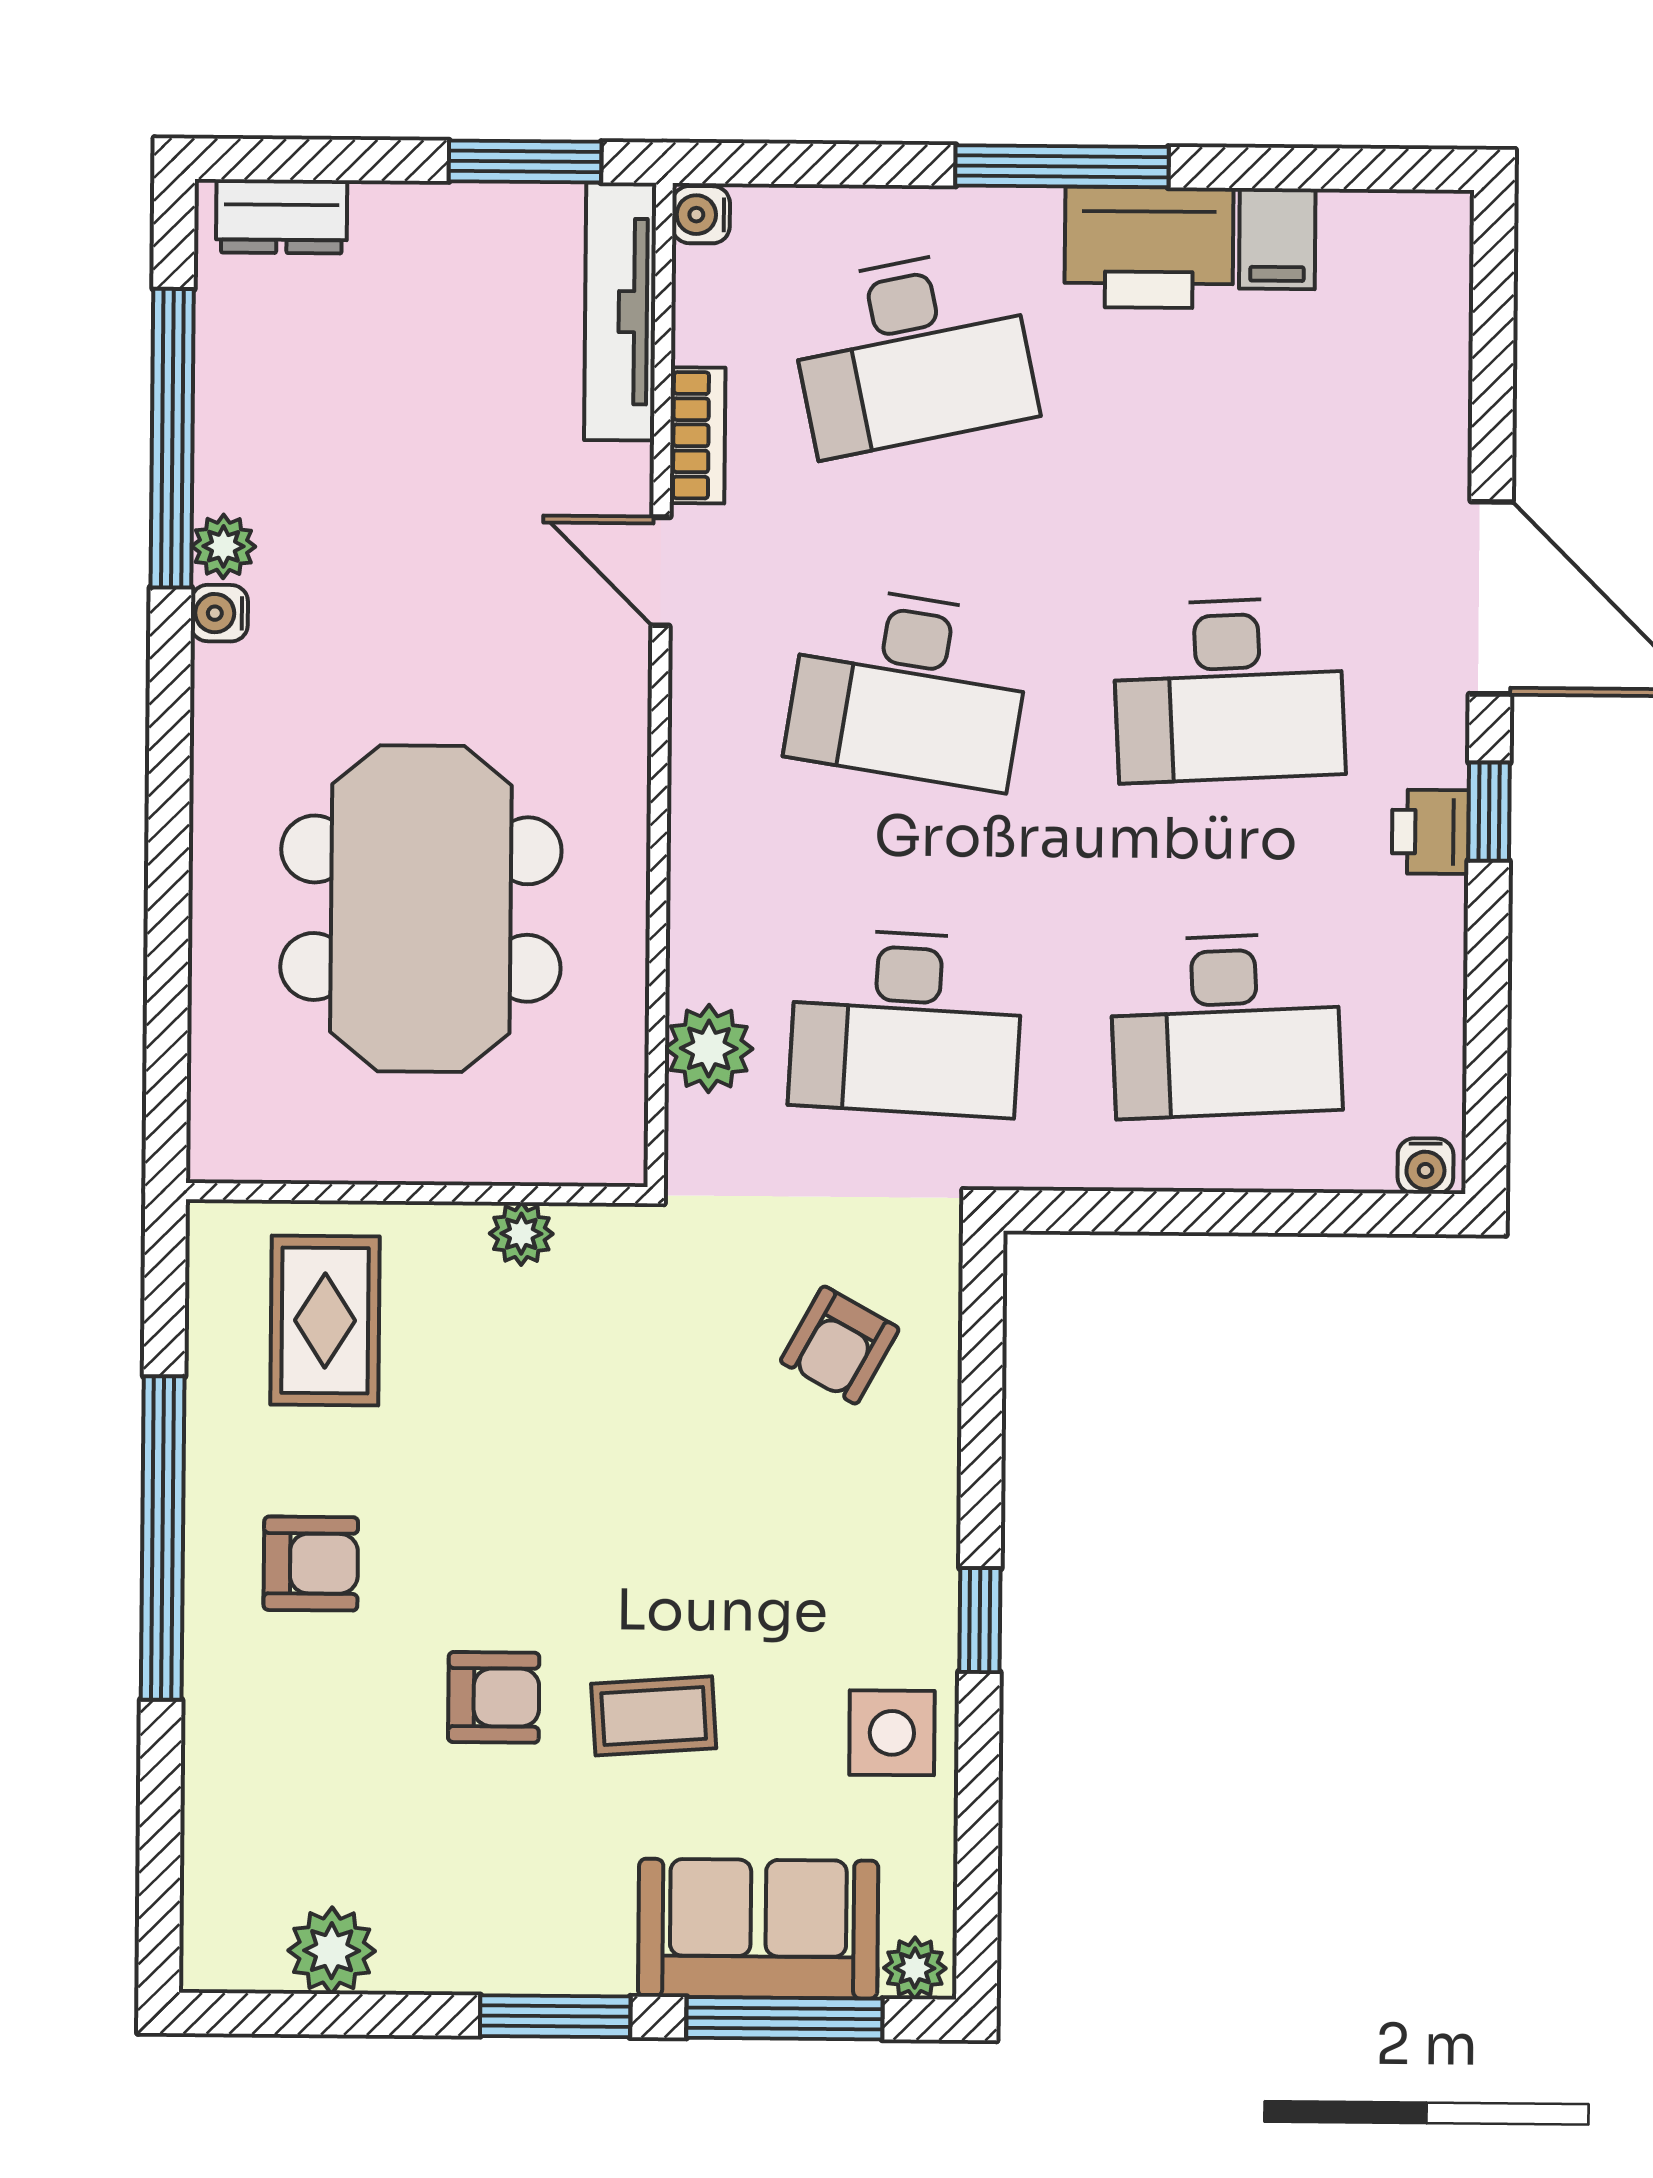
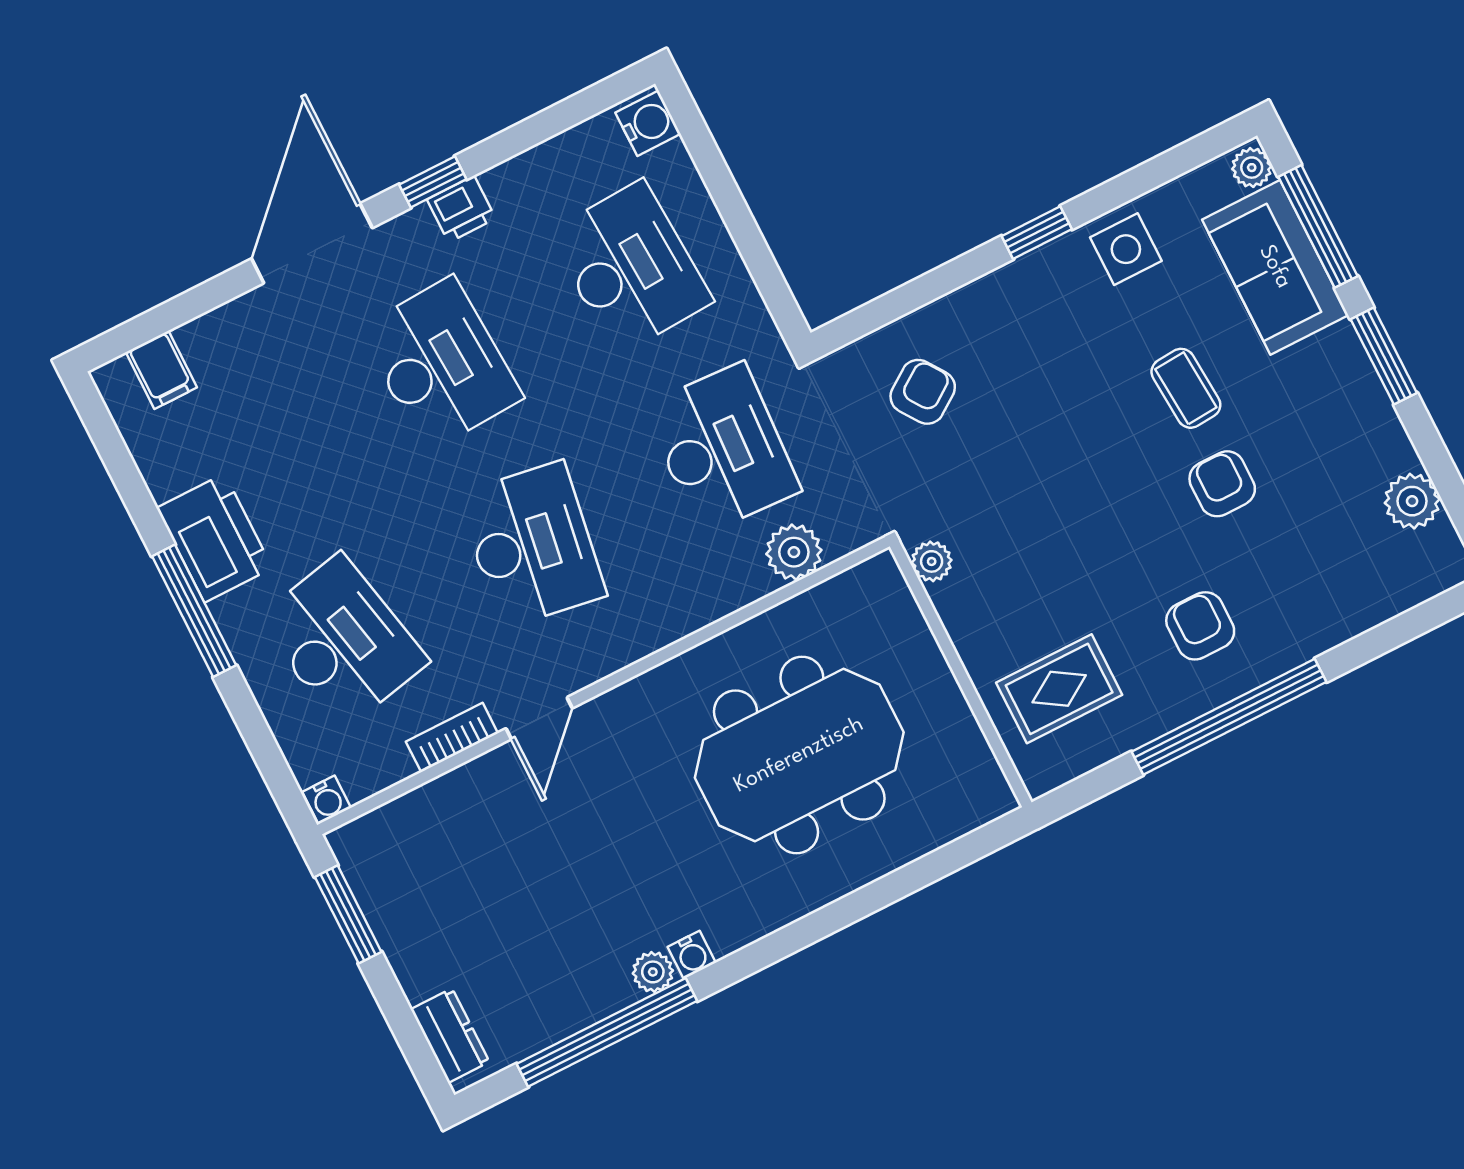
filing cabinet: (1277, 239) -> (161, 370), moved, turned 90
tv unit: (620, 312) -> (405, 817), removed
water cooler: (1425, 1166) -> (648, 123), width x1.38, depth x1.38
plant: (521, 1234) -> (932, 561), moved
armchair: (840, 1345) -> (923, 392), turned -64

